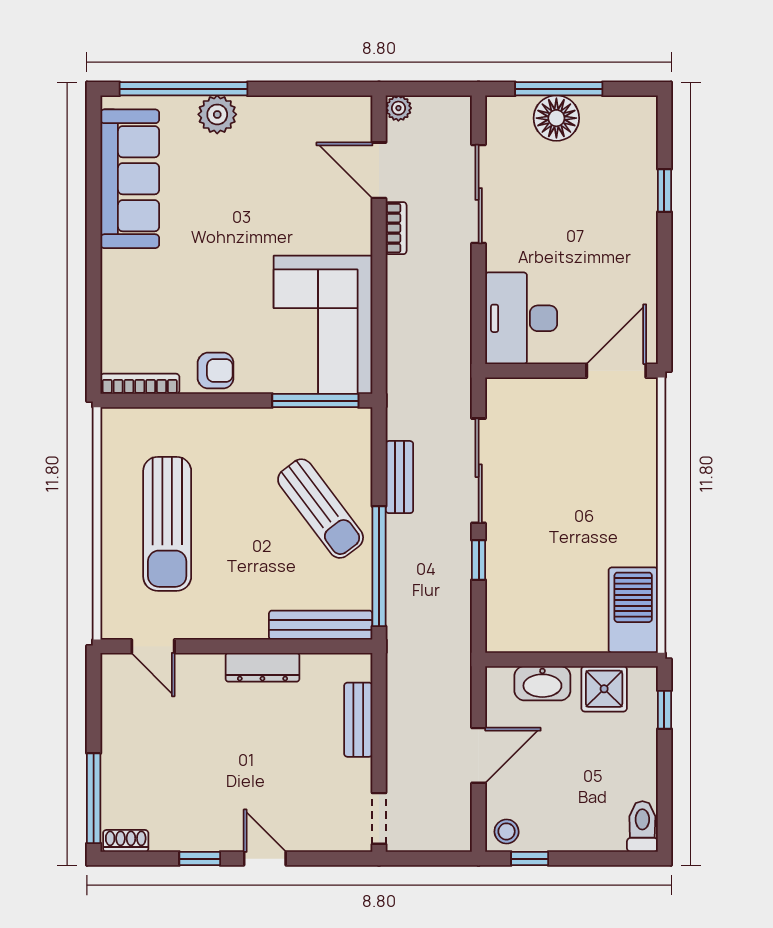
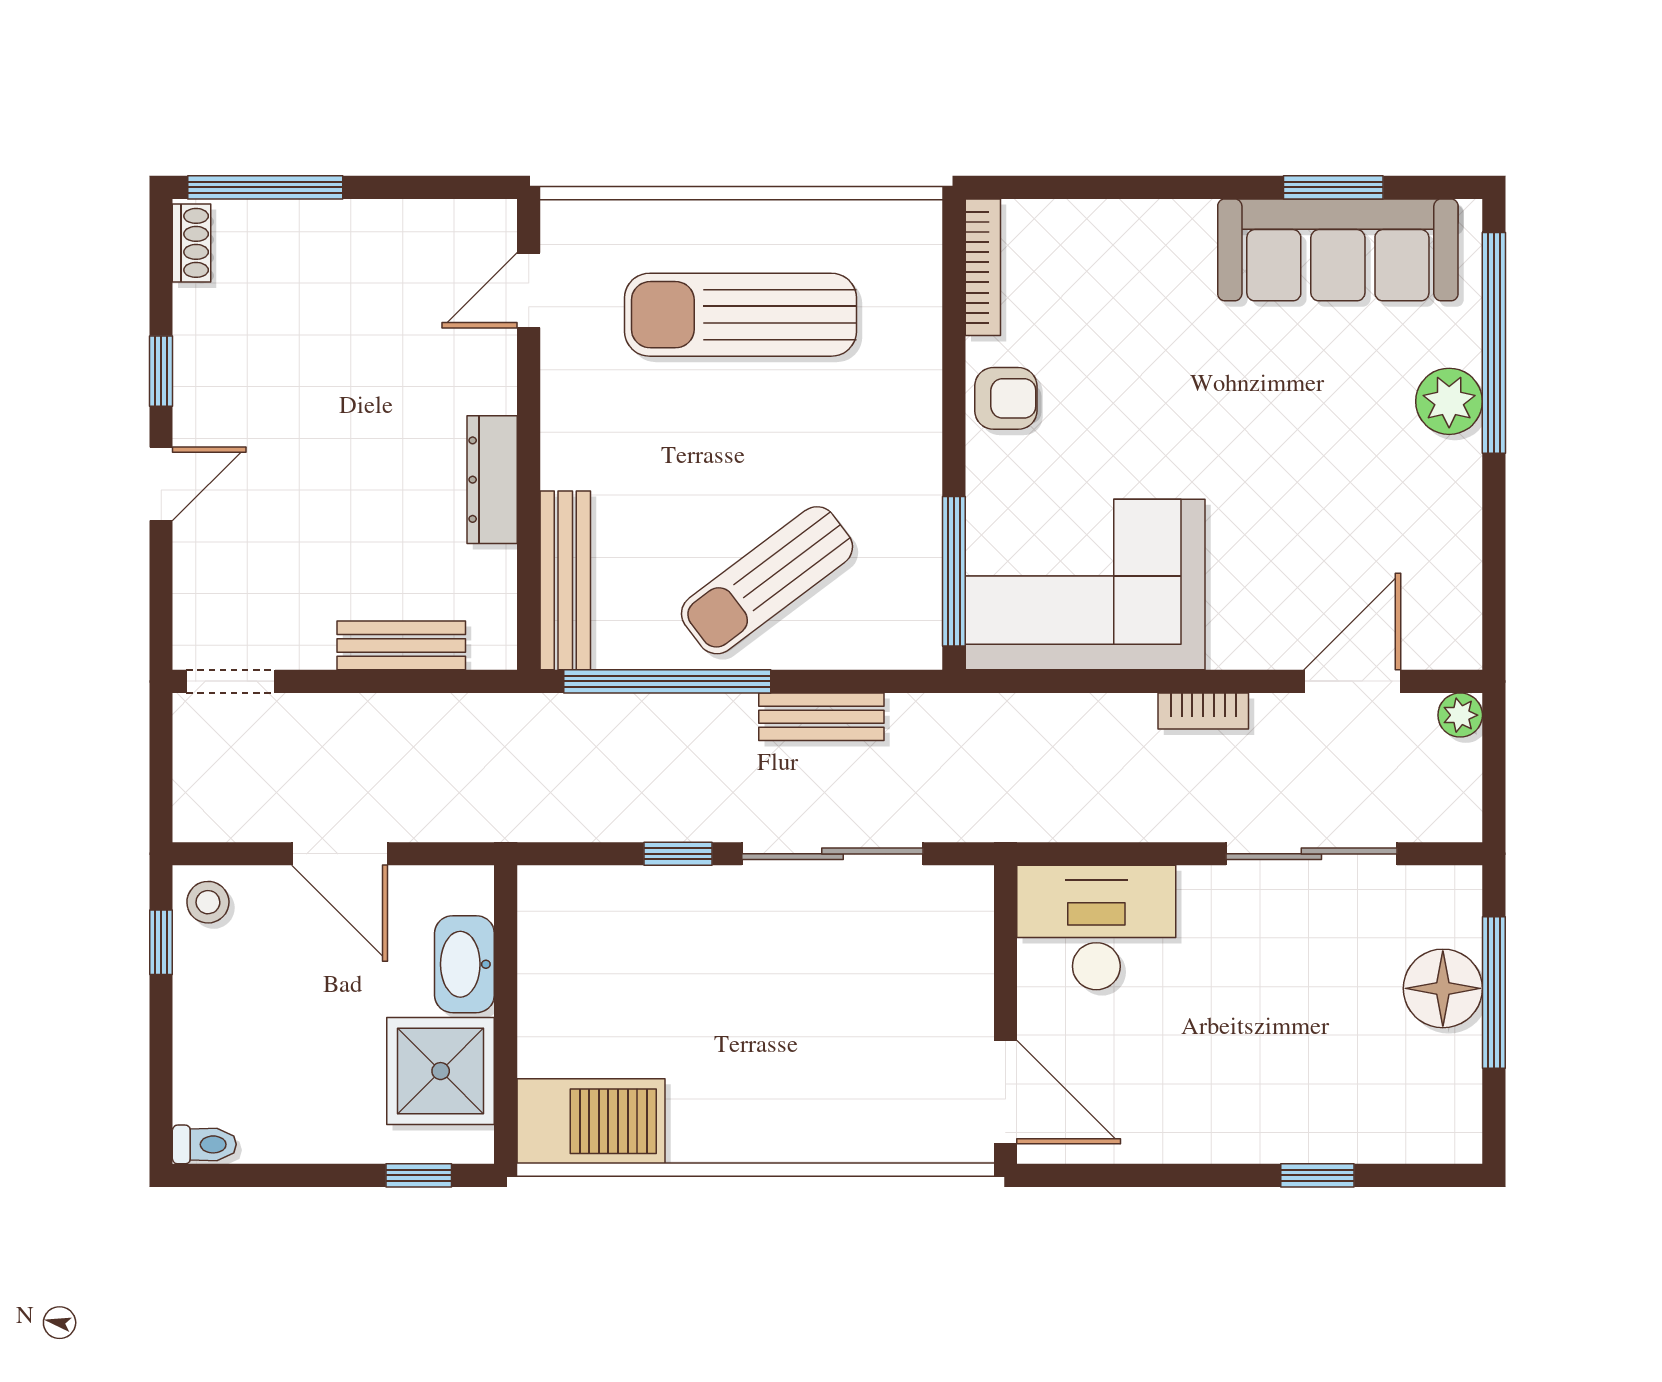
window: (94, 181) -> (1333, 187), added
bookcase: (396, 228) -> (1203, 711), moved
armchair: (216, 371) -> (1006, 398), turned -90
shower: (604, 689) -> (441, 1071), width x1.36, depth x1.36
toilet: (642, 826) -> (204, 1144), width x0.73, depth x0.72

